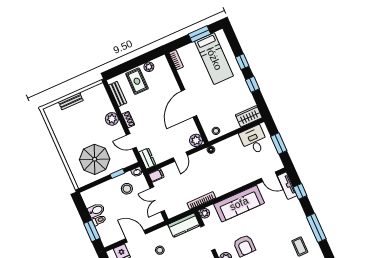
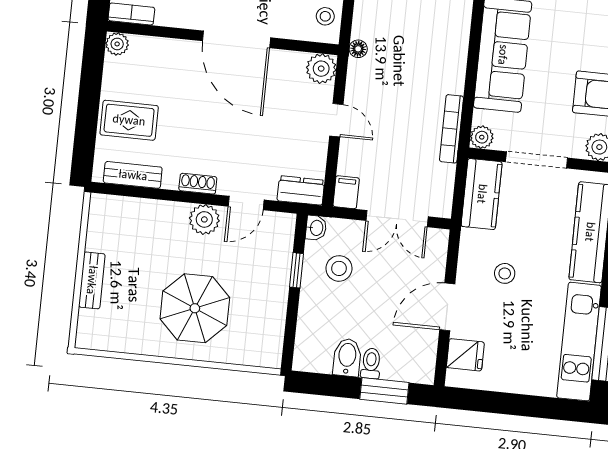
plant: (149, 67) -> (117, 44), moved
plant: (112, 119) -> (204, 219), moved
parasol: (95, 159) -> (195, 308), moved

